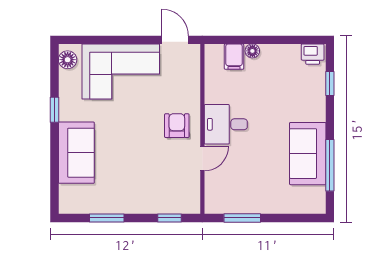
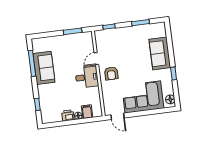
printer: (313, 54) -> (68, 115), moved

